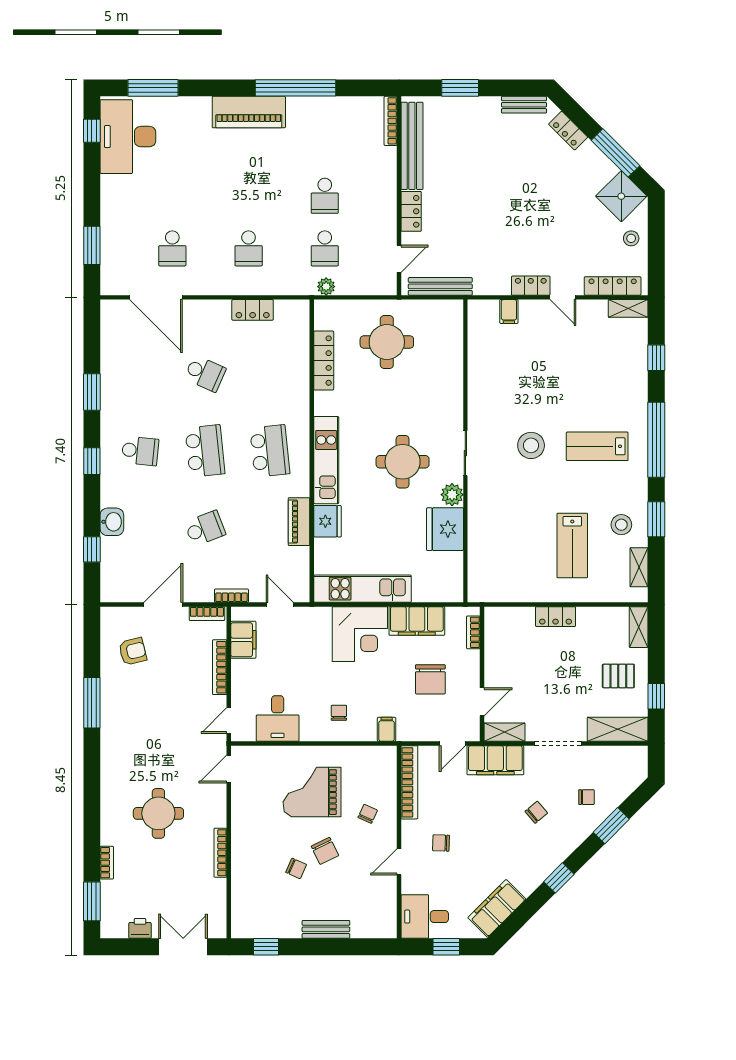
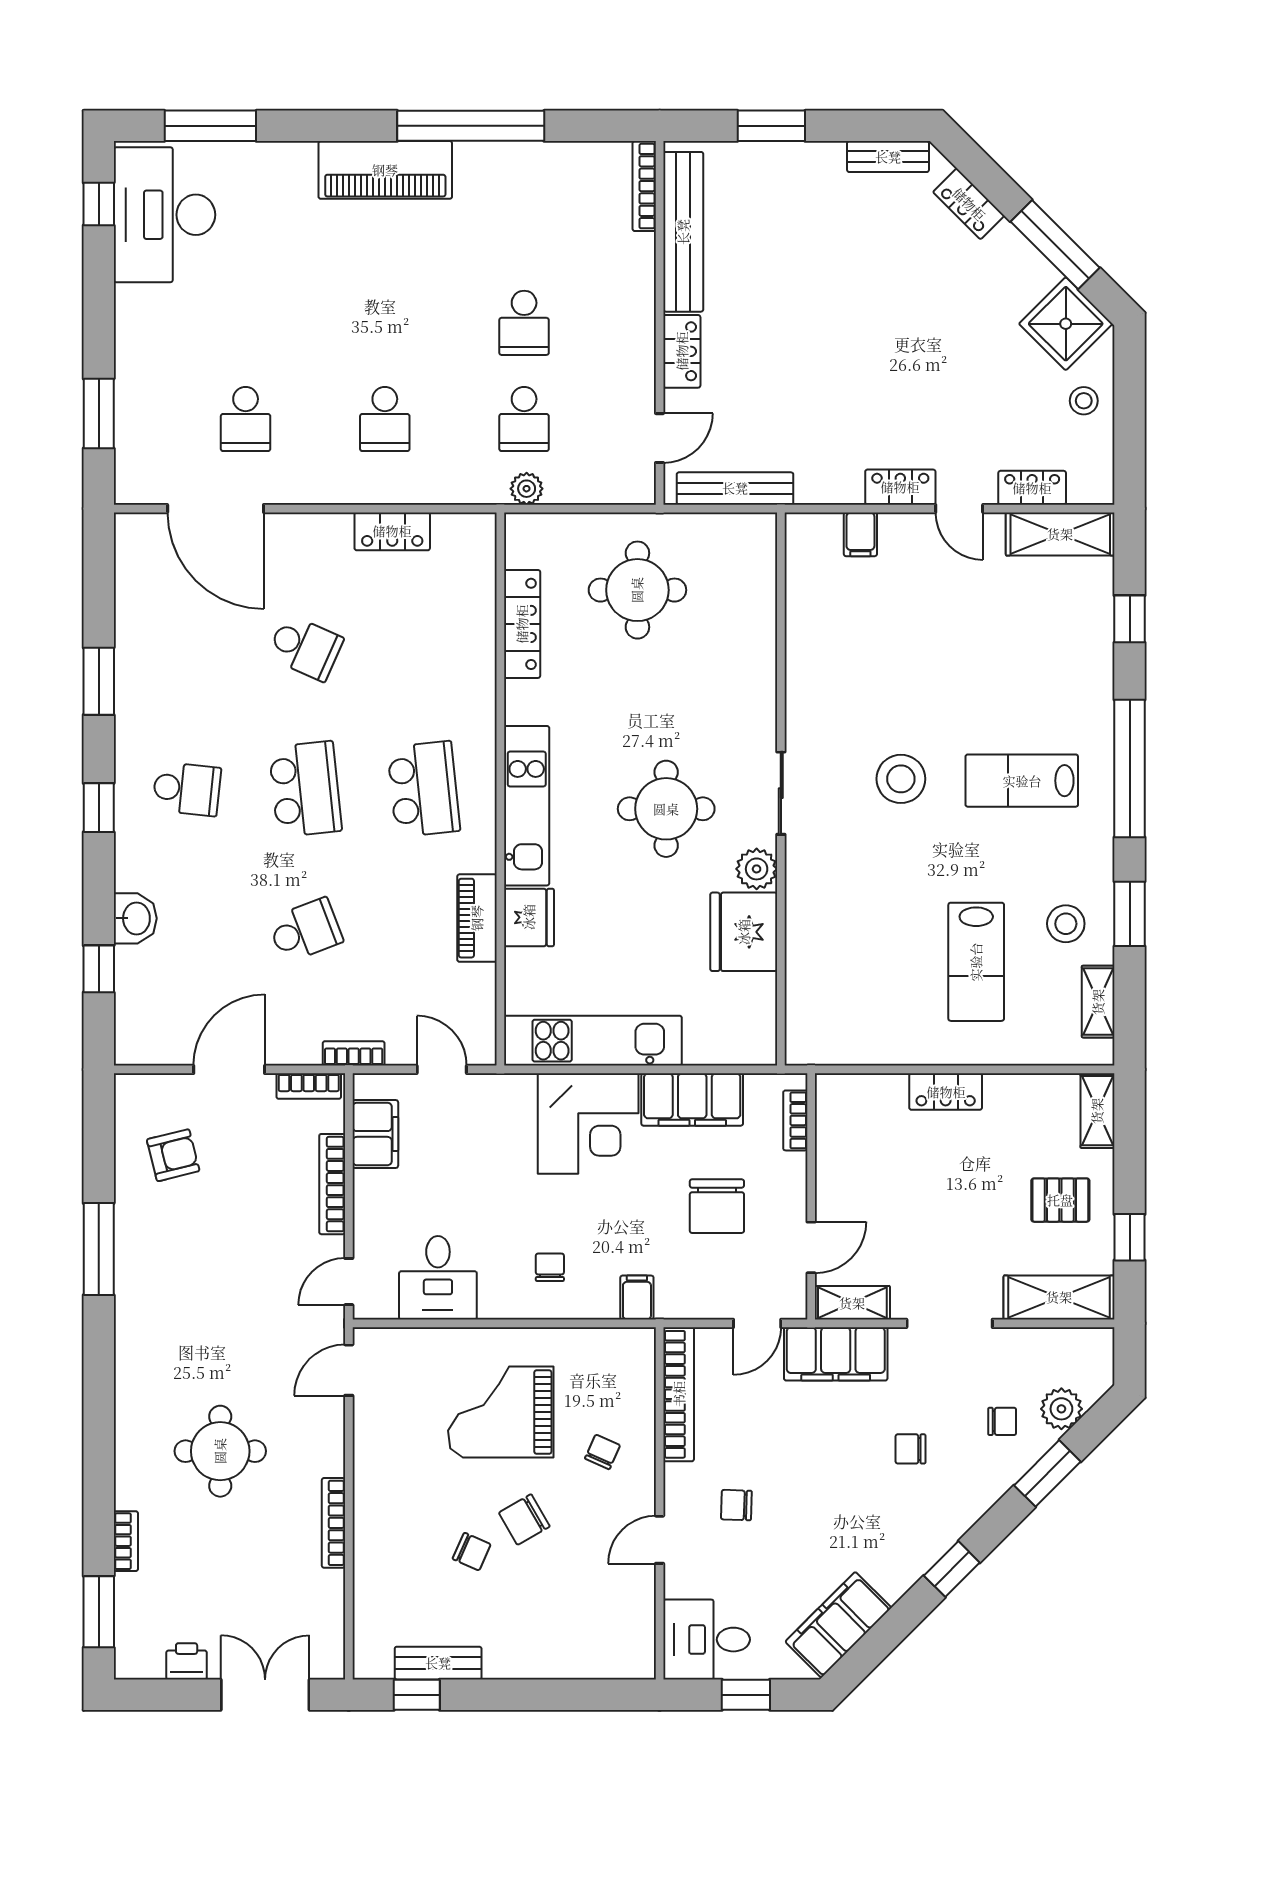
locker: (613, 286) -> (1032, 488), width x0.66
shelving: (628, 308) -> (1060, 534), width x1.50, depth x1.33
plant: (619, 790) -> (1061, 1409), added
chair: (536, 812) -> (910, 1449), turned -140
chair: (325, 851) -> (524, 1520), turned 86
bench: (326, 929) -> (438, 1663), moved

